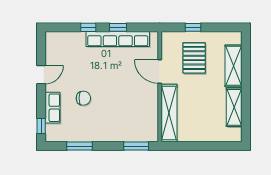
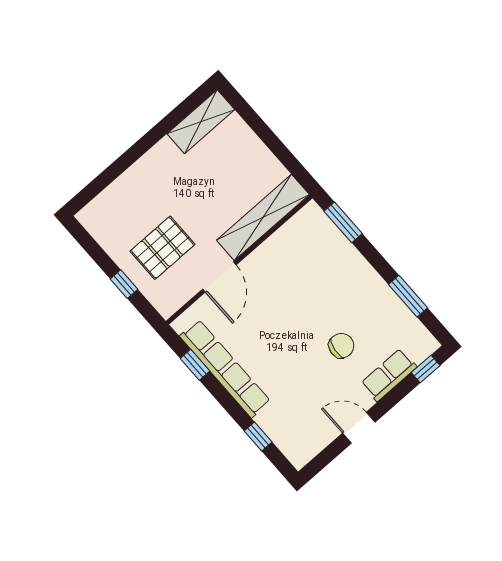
window: (88, 27) -> (258, 437), moved
window: (118, 27) -> (195, 365), moved
shelving: (233, 66) -> (128, 187), removed
chair: (83, 98) -> (341, 346), turned 97
shelving: (234, 107) -> (201, 122), moved

